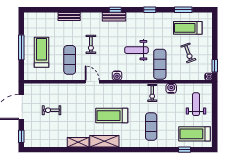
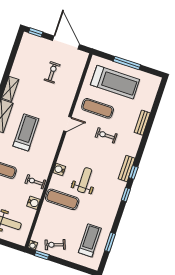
window: (150, 10) -> (126, 195), moved
treadmill: (42, 52) -> (115, 82), width x1.37, depth x1.38
exercise bike: (188, 53) -> (55, 245), moved
water cooler: (117, 76) -> (59, 169), moved

